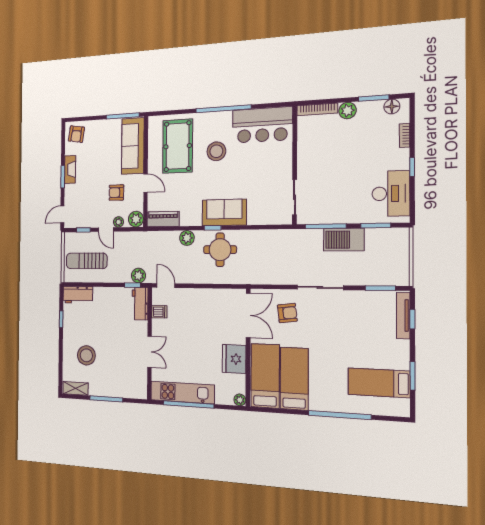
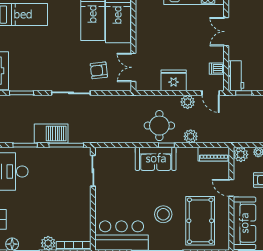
plant: (138, 276) -> (188, 102), moved
double door: (248, 315) -> (133, 67), width x0.73
fridge: (234, 359) -> (174, 80), moved, turned -90

